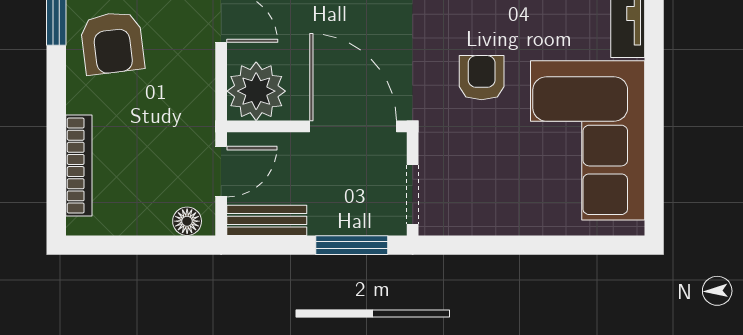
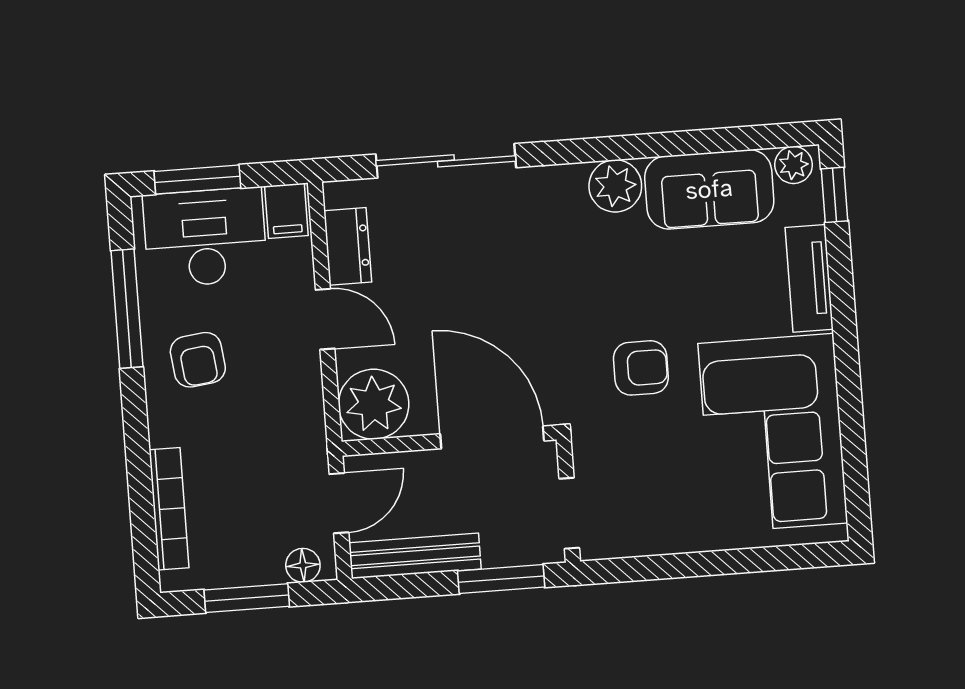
armchair: (112, 43) -> (198, 360), width x0.72, depth x0.72
armchair: (482, 78) -> (641, 368), turned 90
bench: (267, 220) -> (415, 556), width x1.36
window: (138, 245) -> (247, 598), added

